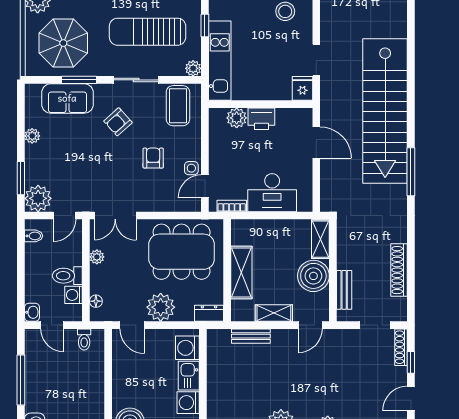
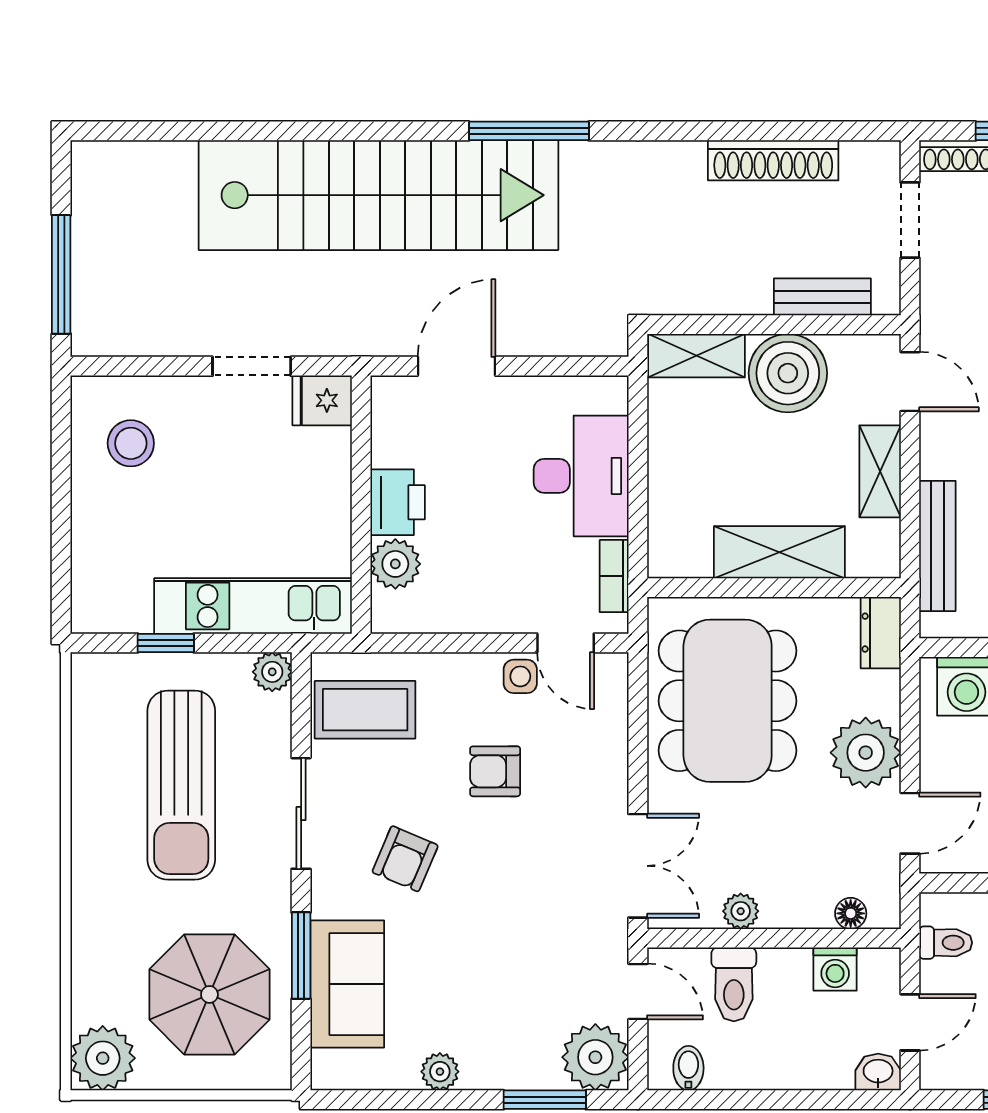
armchair: (118, 122) -> (405, 859), turned 65
toilet: (67, 276) -> (734, 984), moved
bench: (251, 336) -> (937, 546), width x1.36

